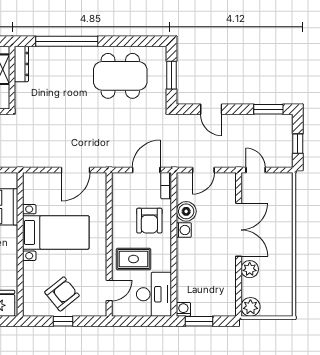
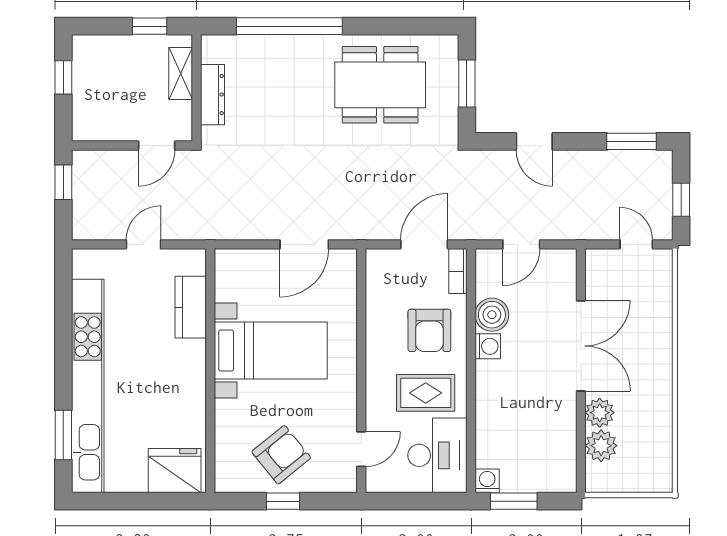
dresser: (21, 64) -> (212, 95), moved
door: (256, 170) -> (636, 244), moved
rug: (133, 259) -> (426, 393), moved
plant: (250, 307) -> (601, 446), moved

